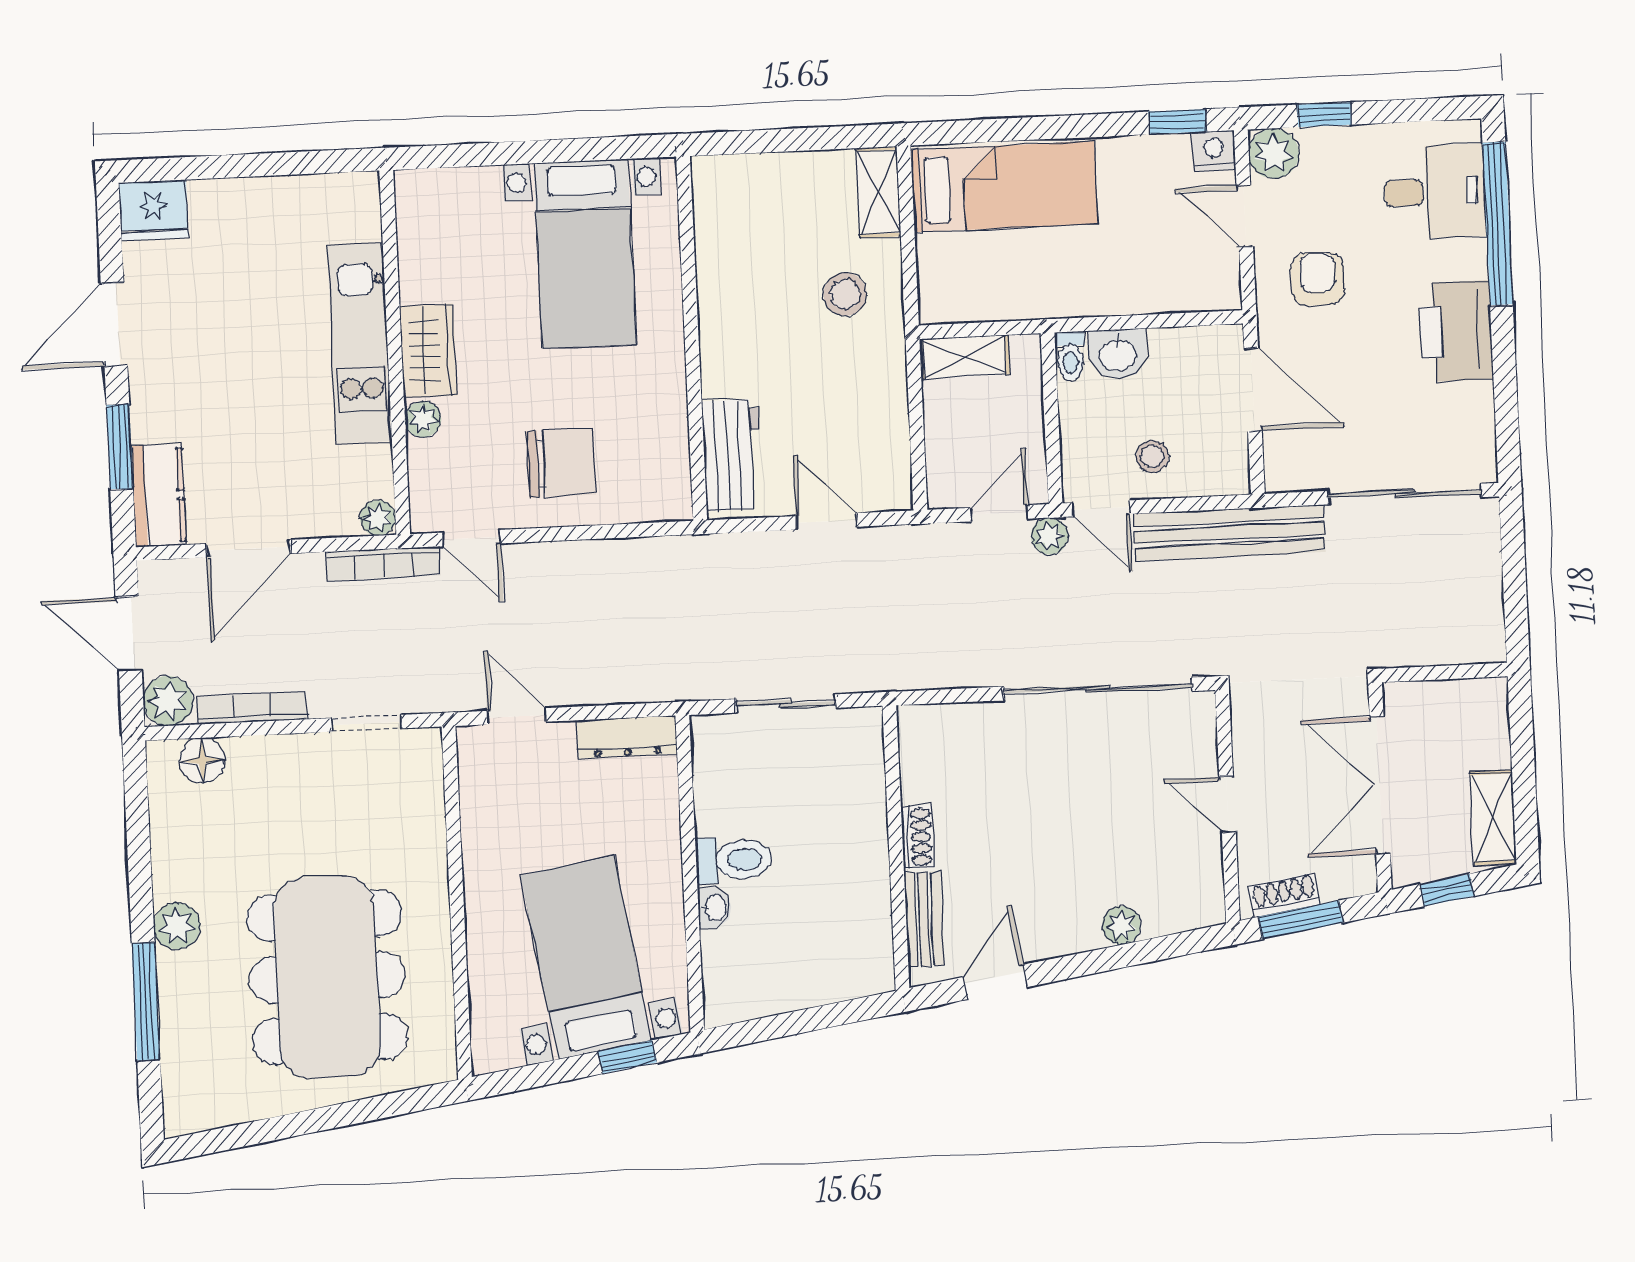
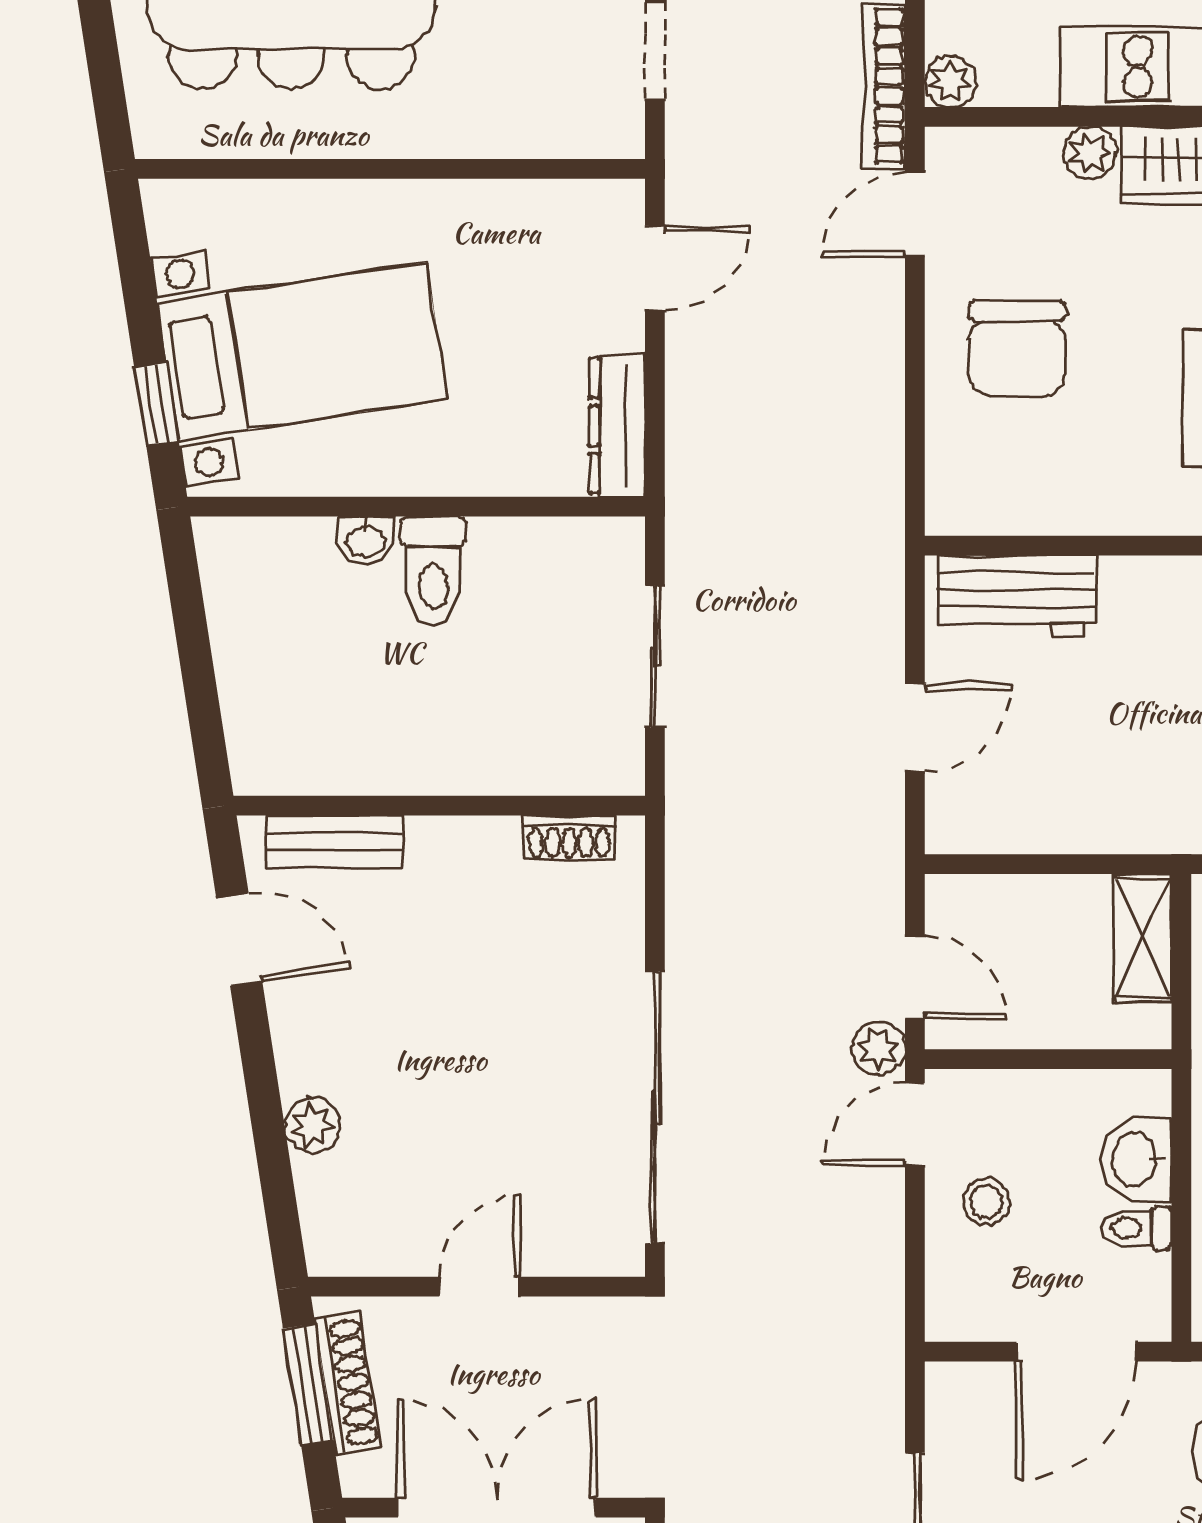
toilet: (1070, 356) -> (1136, 1228), moved
bench: (1229, 533) -> (871, 1308), removed
shoe rack: (917, 837) -> (569, 837), moved
shoe rack: (1284, 895) -> (348, 1383), width x1.43

